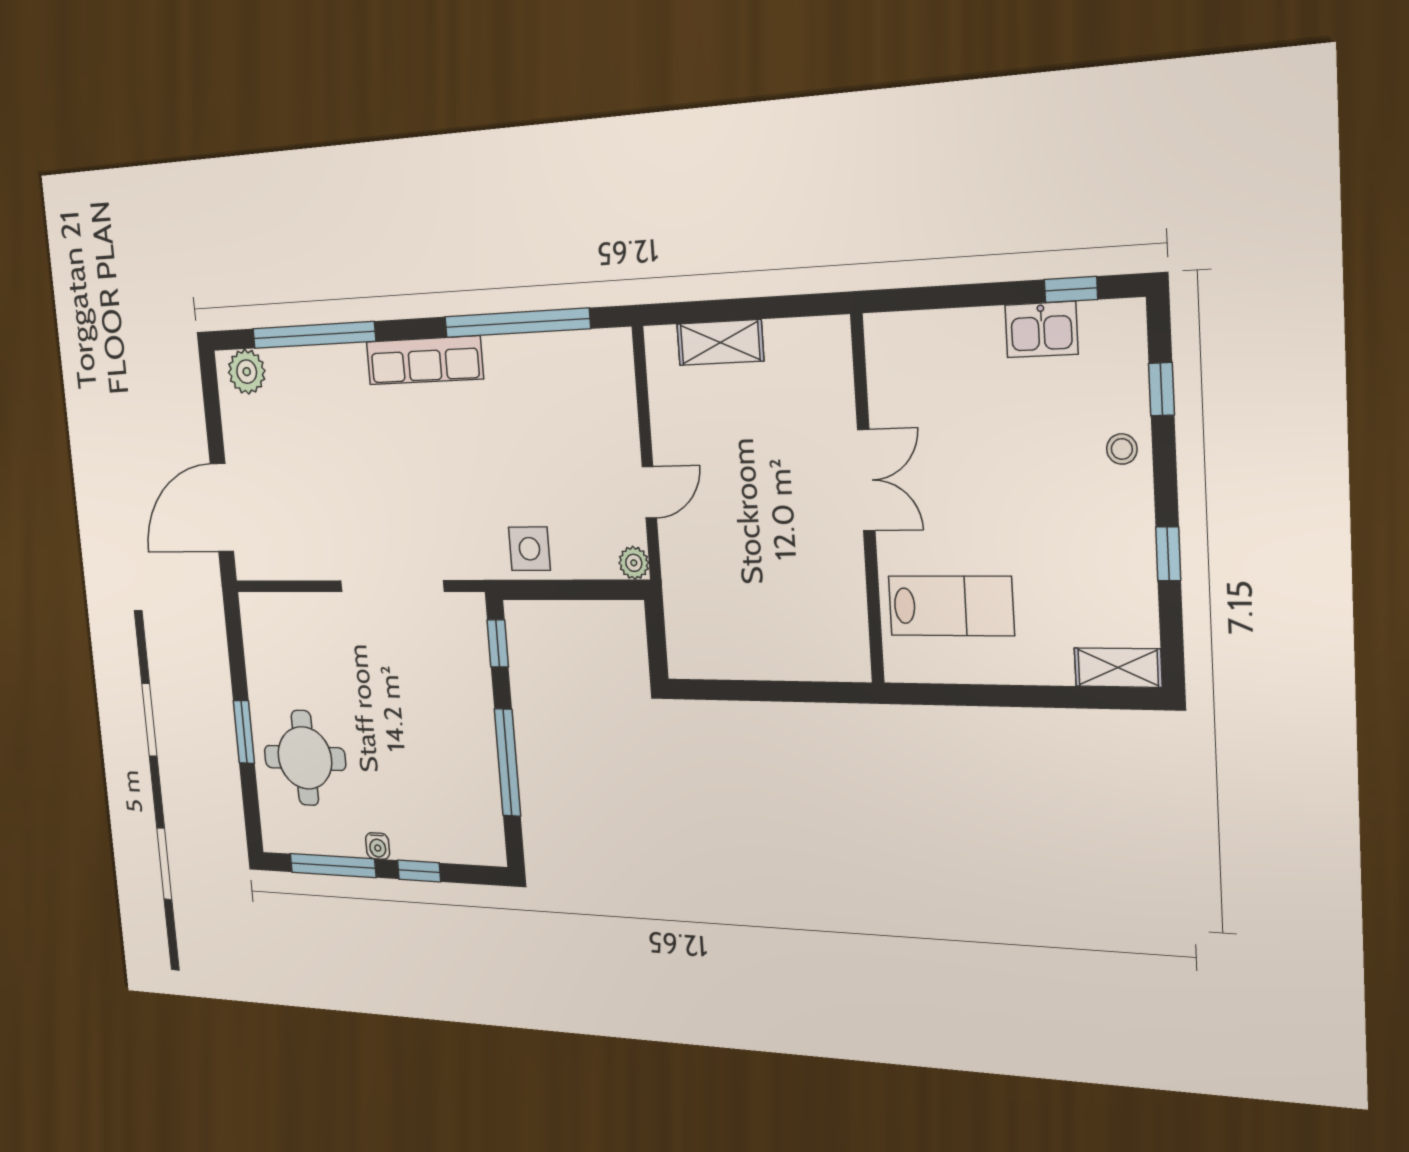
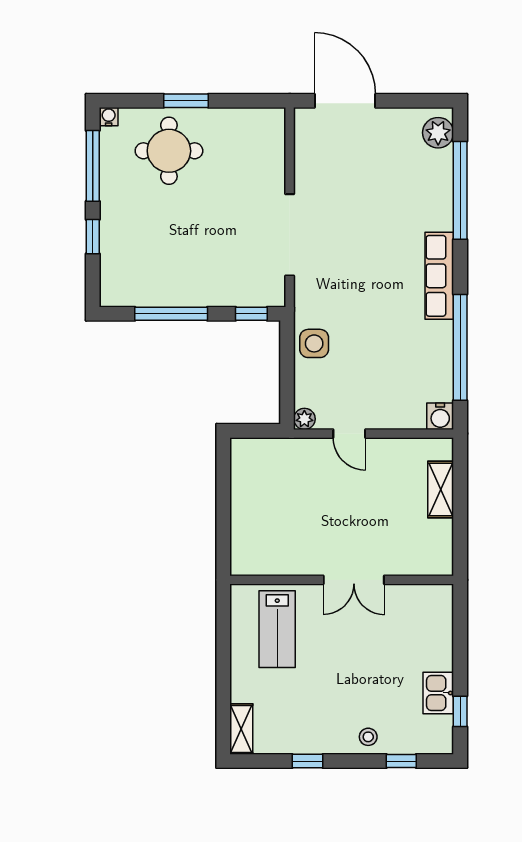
water cooler: (614, 349) -> (440, 416), added
water cooler: (378, 846) -> (109, 117), moved, turned 90

